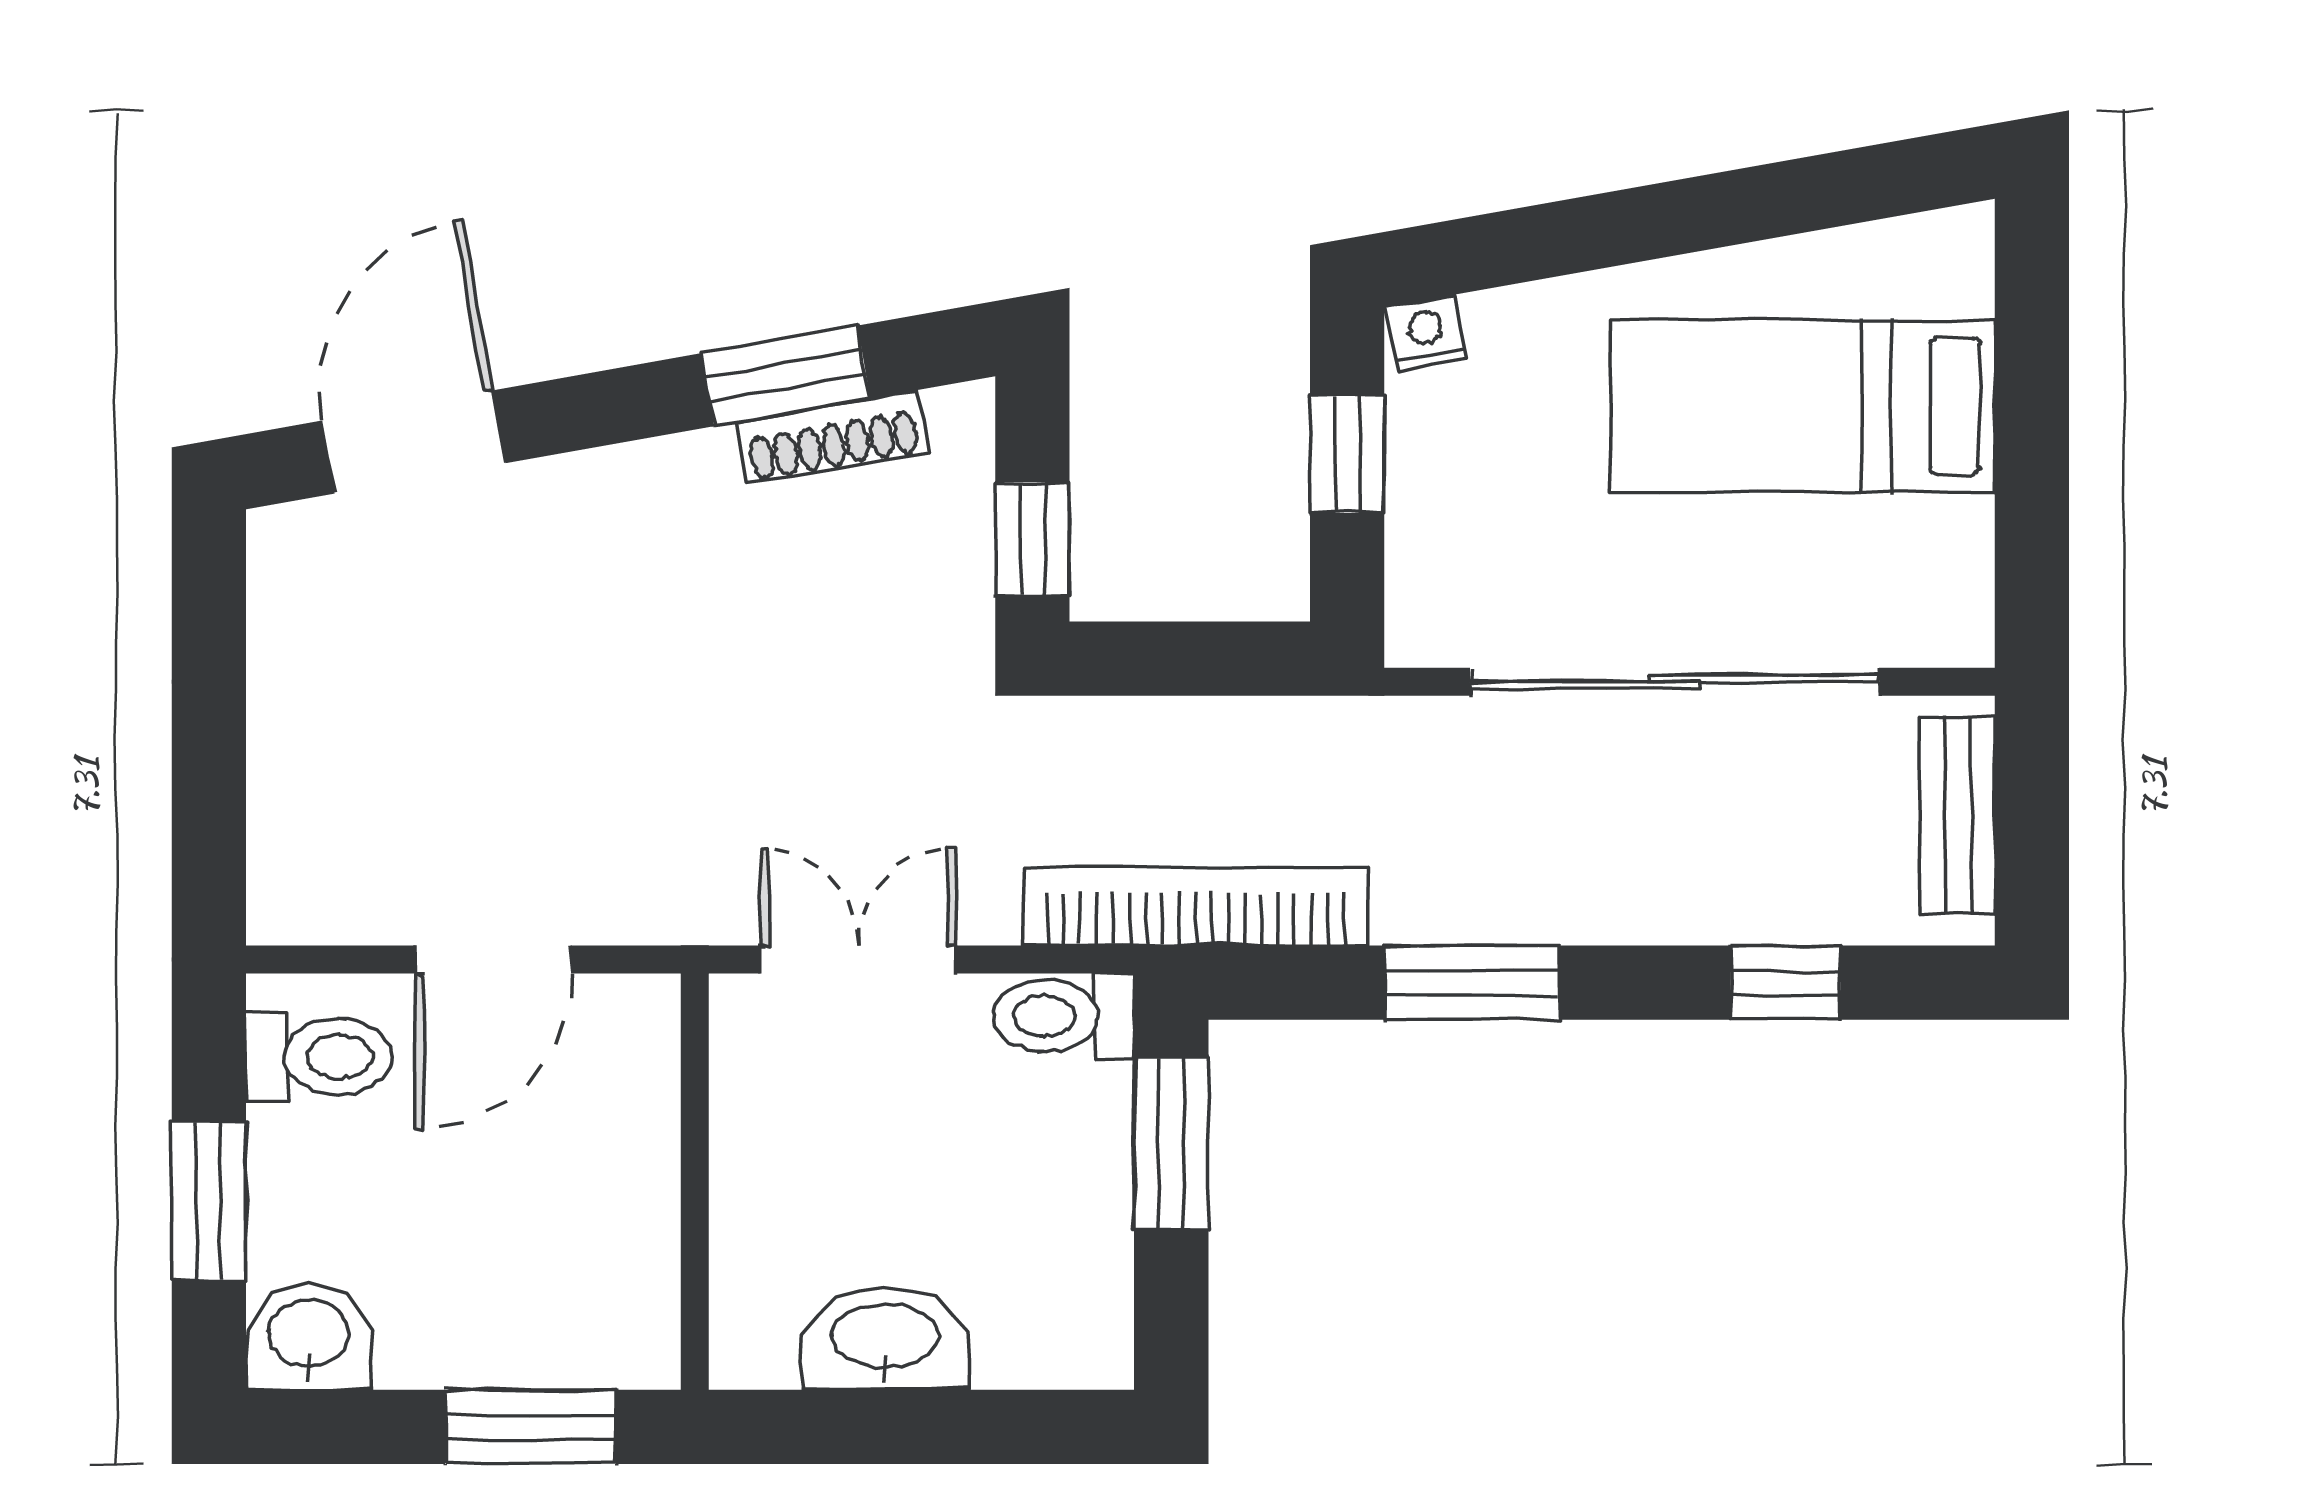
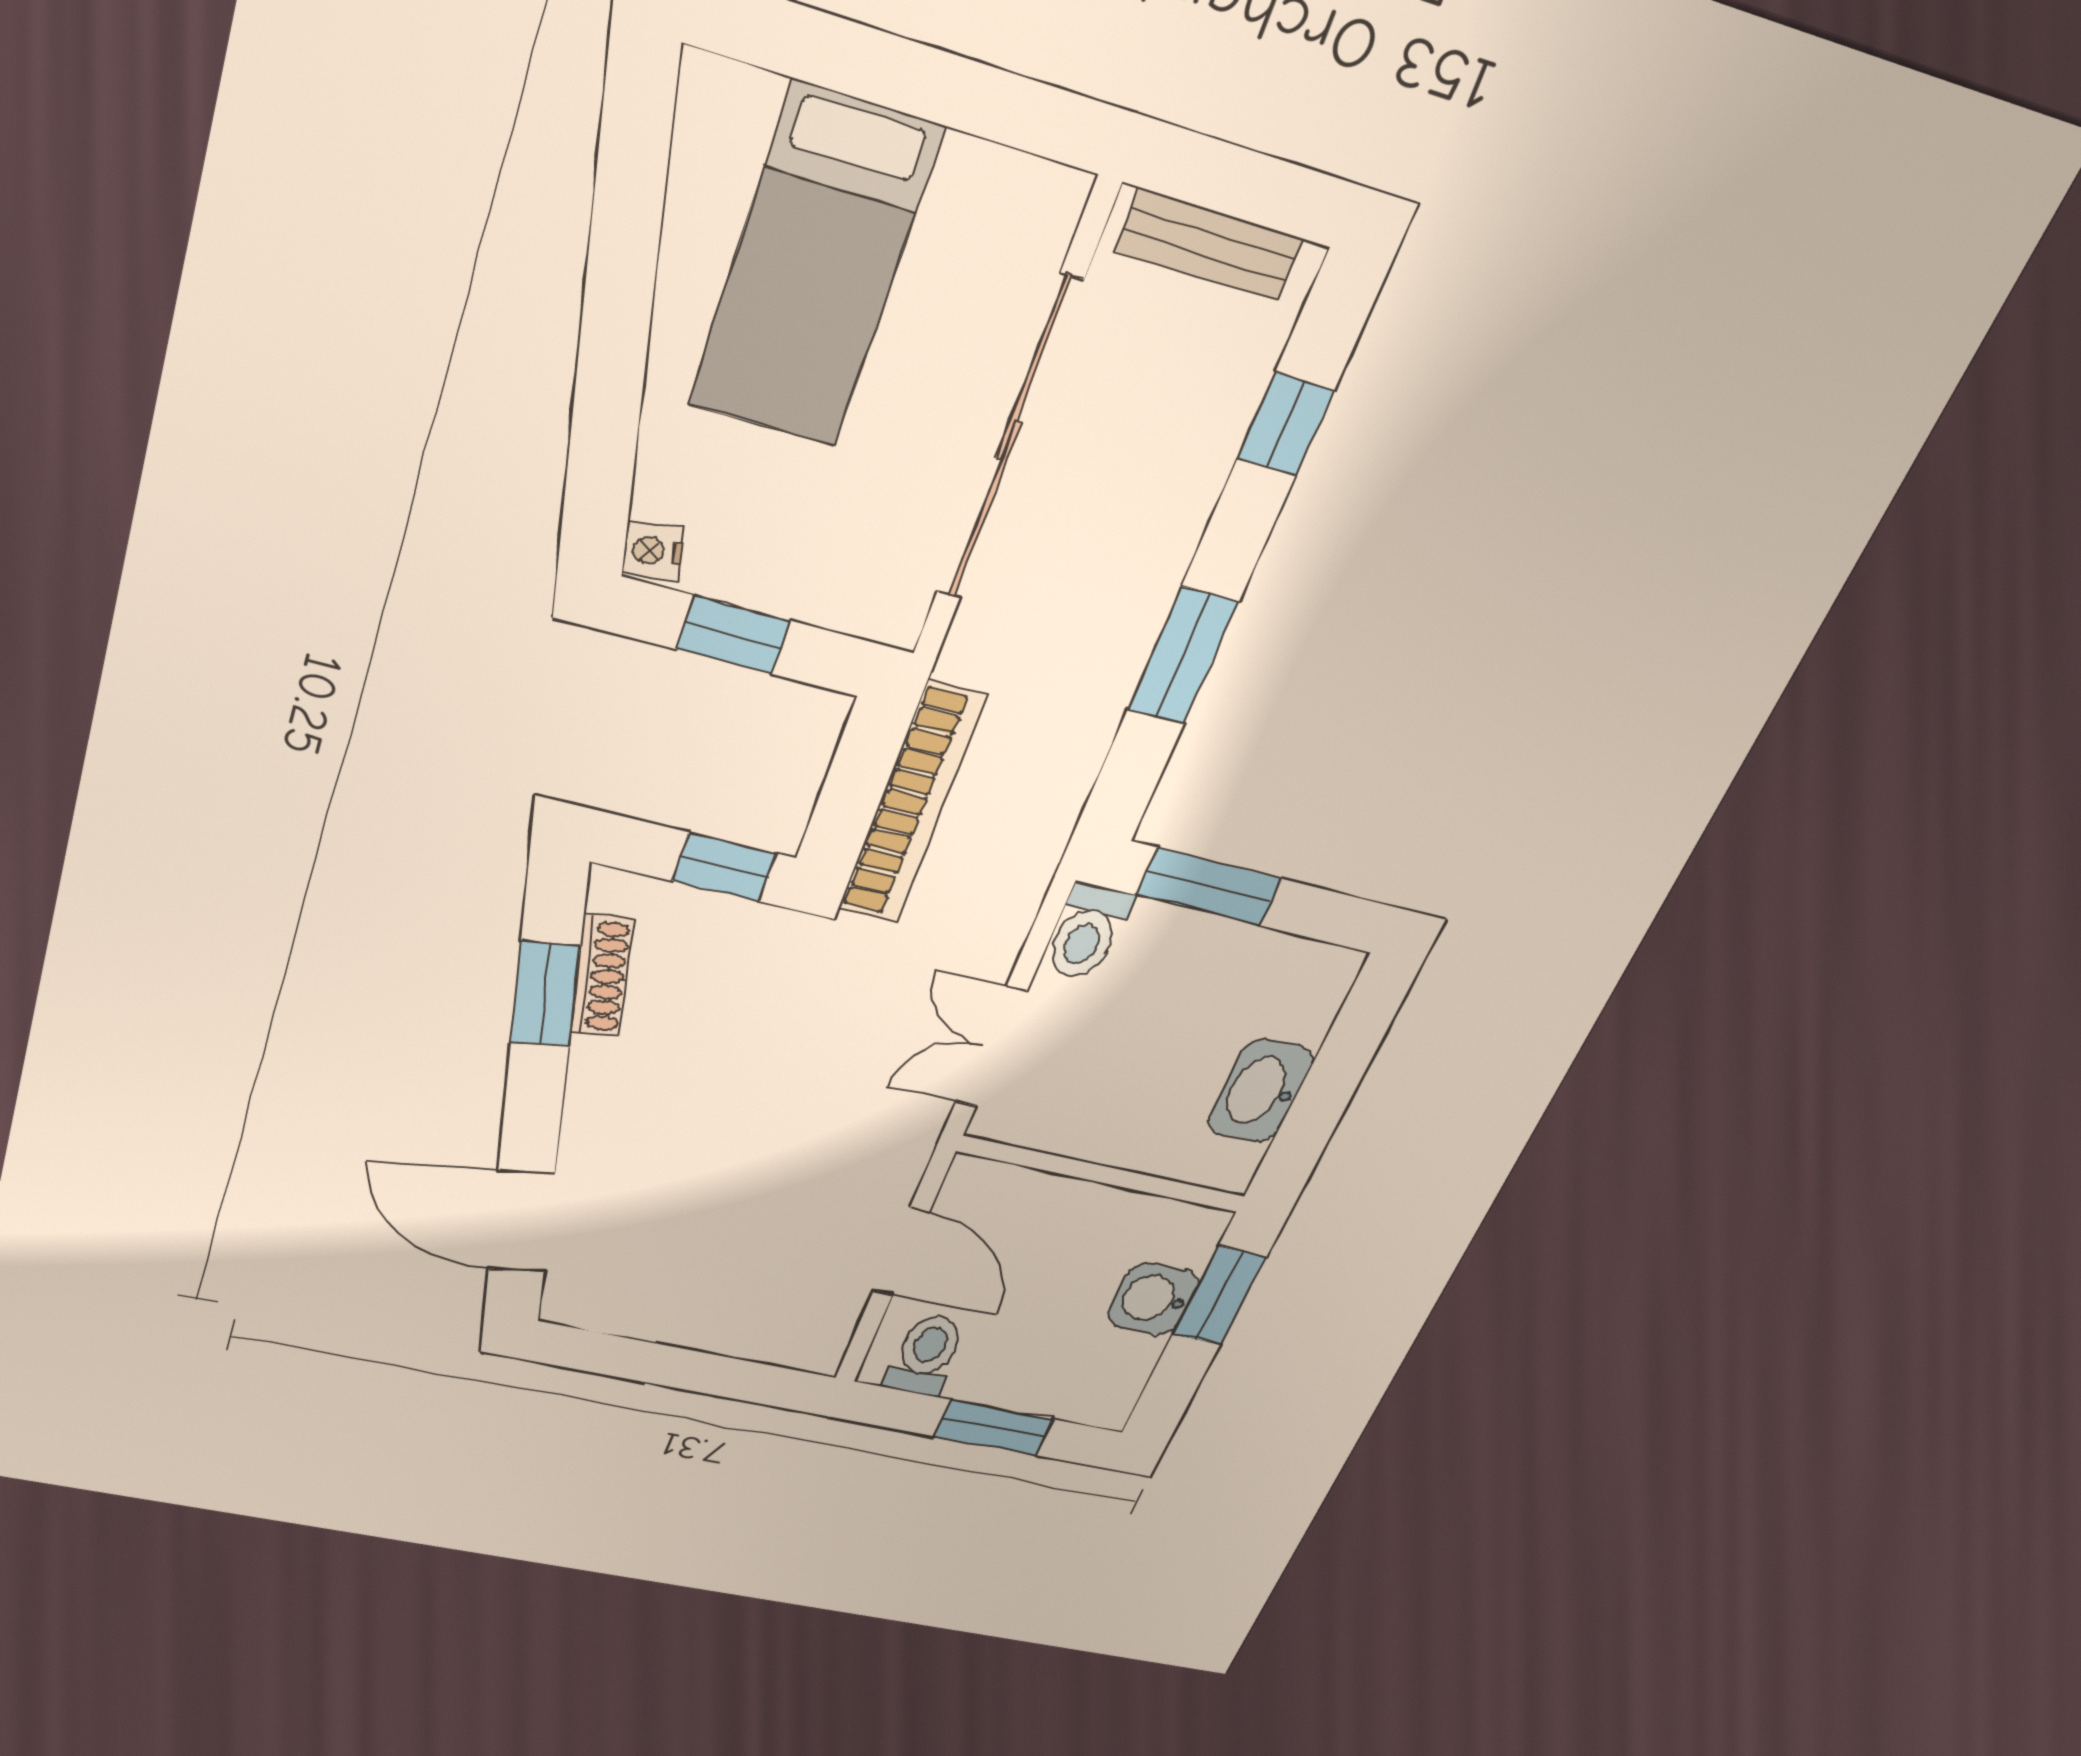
bookcase: (1196, 907) -> (912, 804), moved, turned 180
washbasin: (309, 1337) -> (1153, 1299), moved

